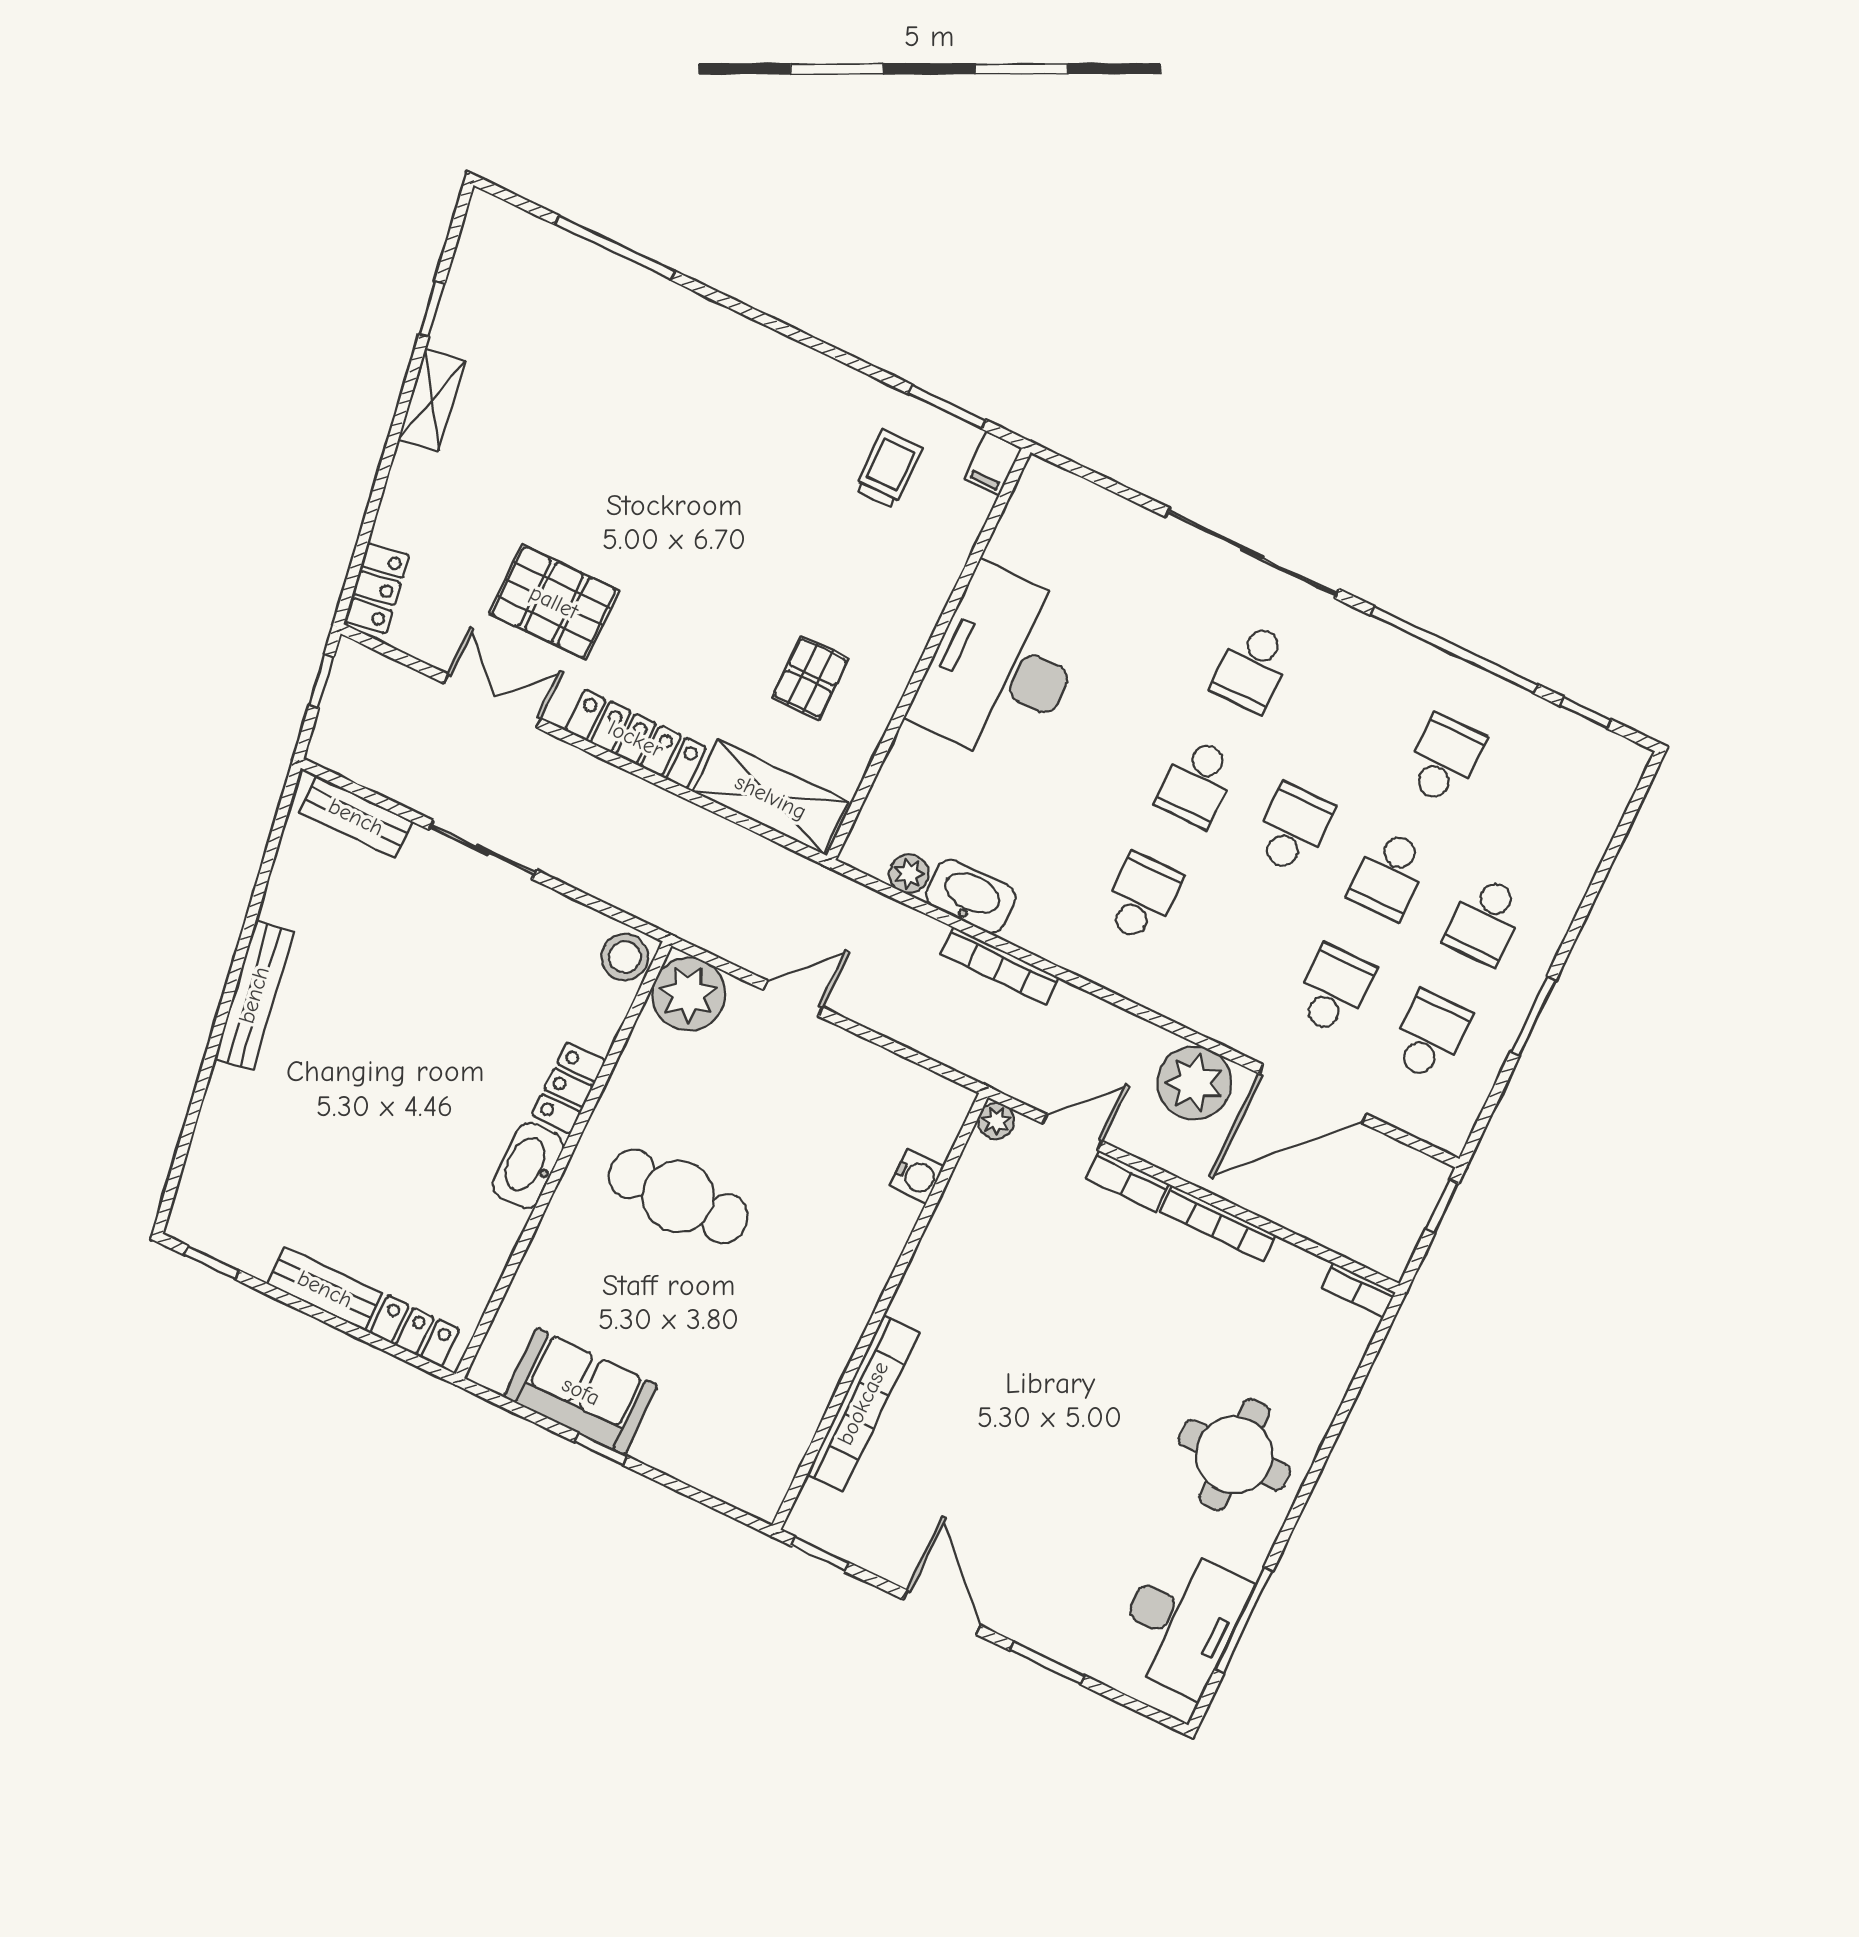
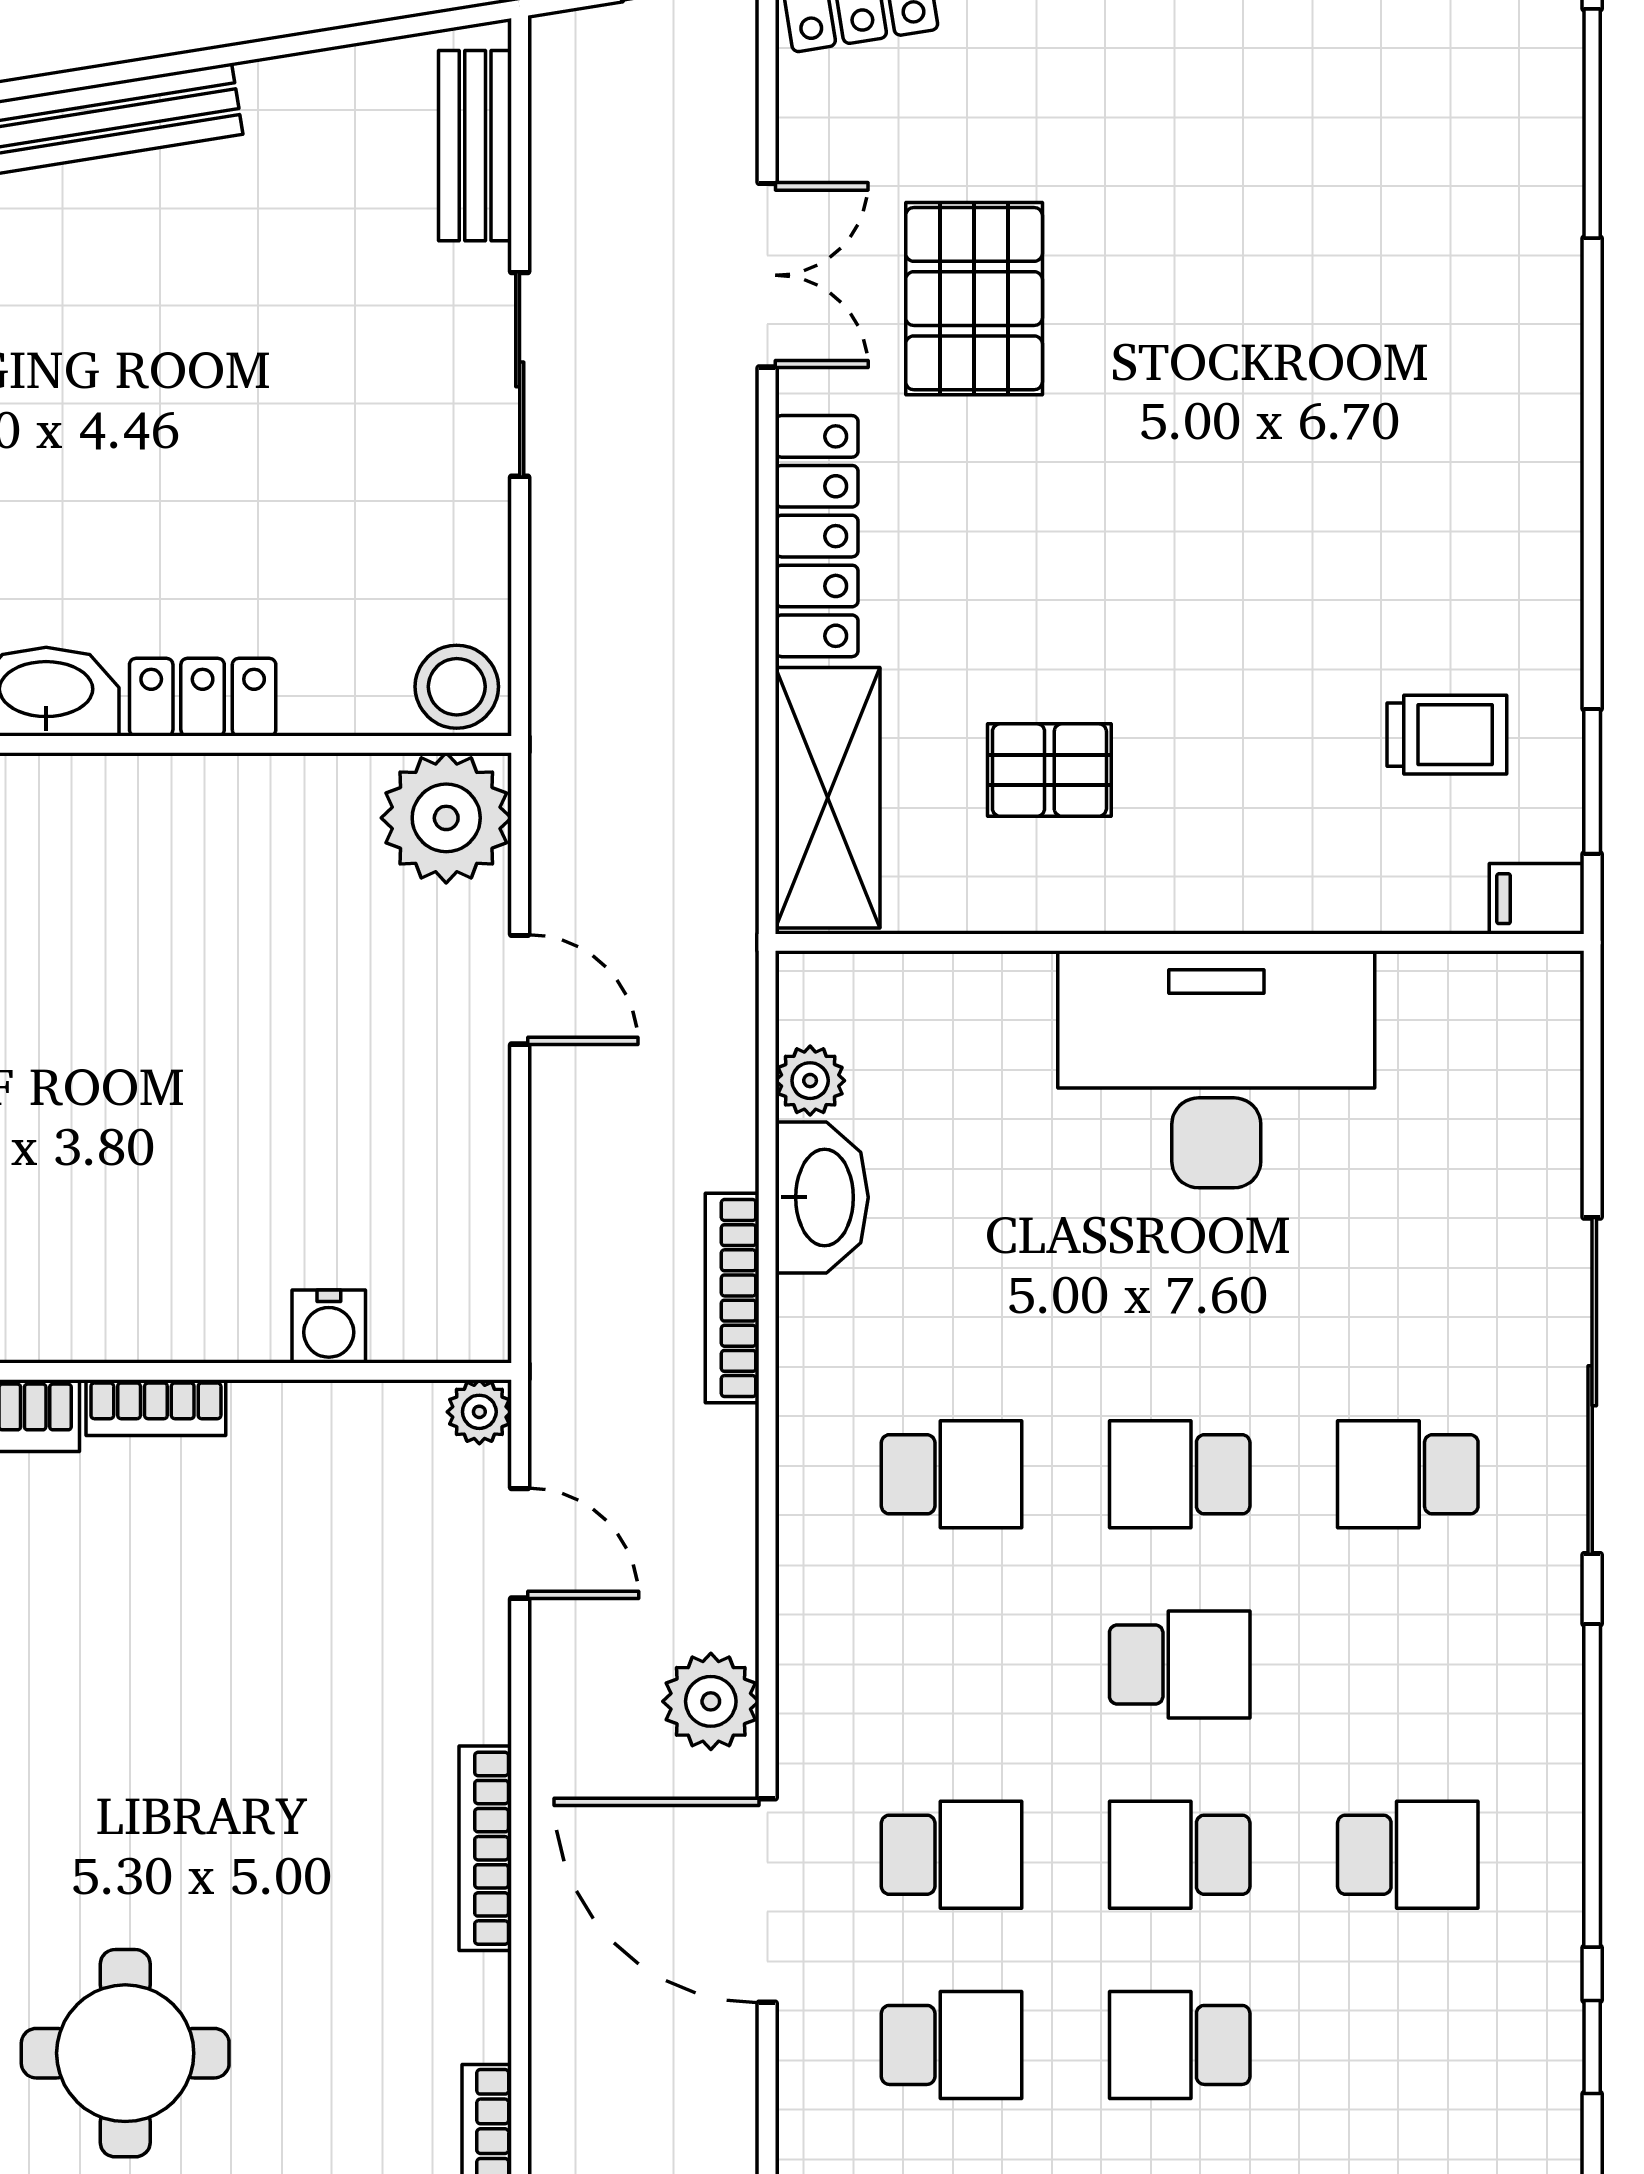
plant: (1194, 1083) -> (711, 1701), width x0.73, depth x0.73
bookcase: (1127, 1181) -> (156, 1408), moved, turned -90
cafe table: (678, 1196) -> (112, 957), removed

